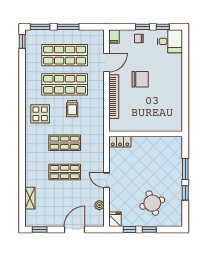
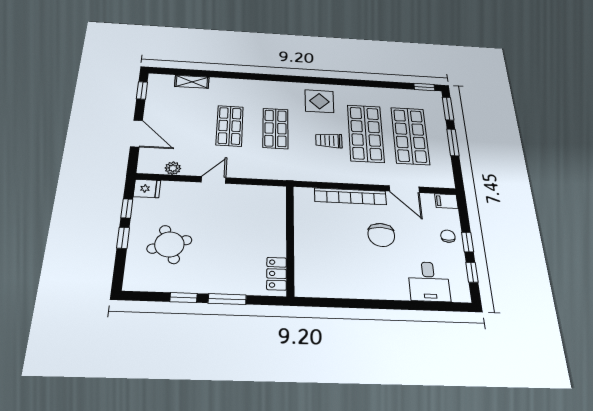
desk: (170, 41) -> (429, 282), moved
locker: (120, 142) -> (277, 274), moved

